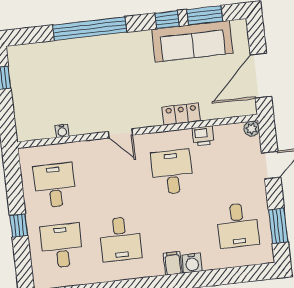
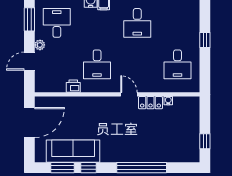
locker: (181, 114) -> (150, 103), moved
plant: (252, 129) -> (40, 45), moved
desk: (120, 239) -> (137, 23), turned 180
desk: (62, 246) -> (178, 23), removed

